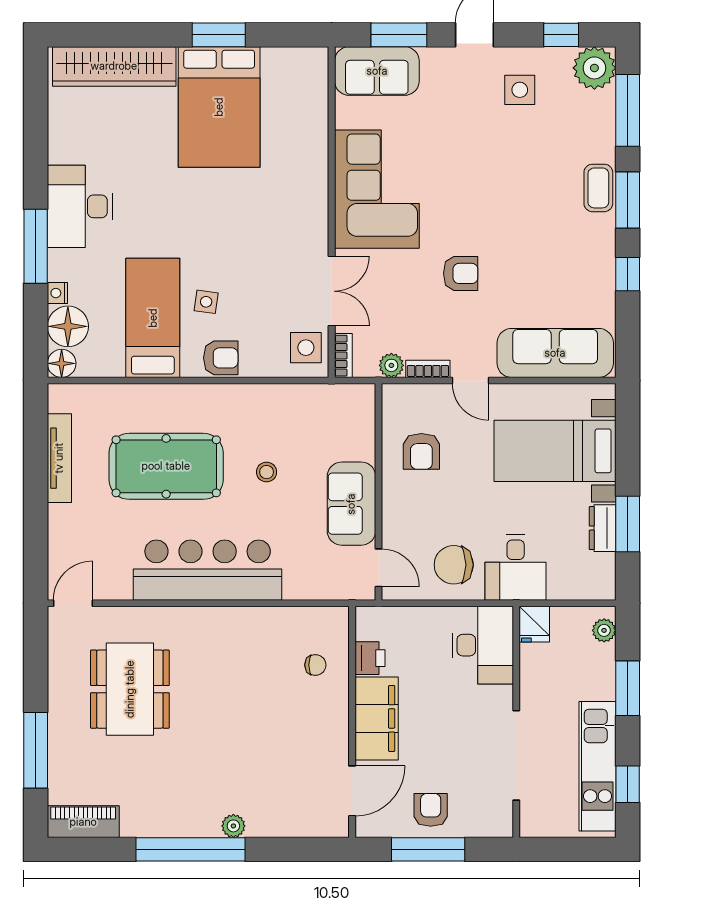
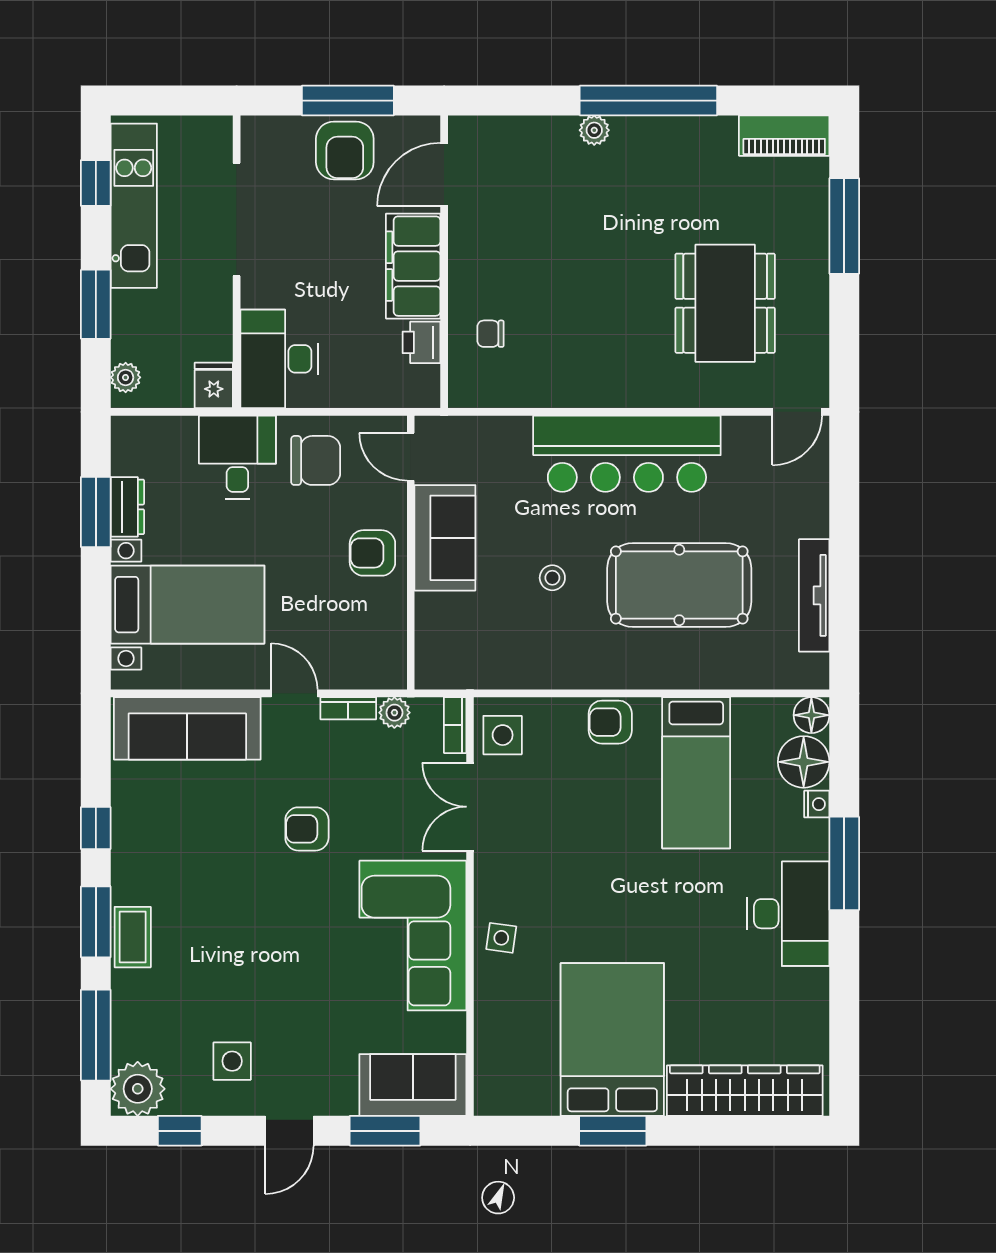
side table: (206, 302) -> (501, 938), moved
armchair: (421, 451) -> (372, 553), moved, turned -90
armchair: (431, 810) -> (345, 150), width x1.38, depth x1.38

